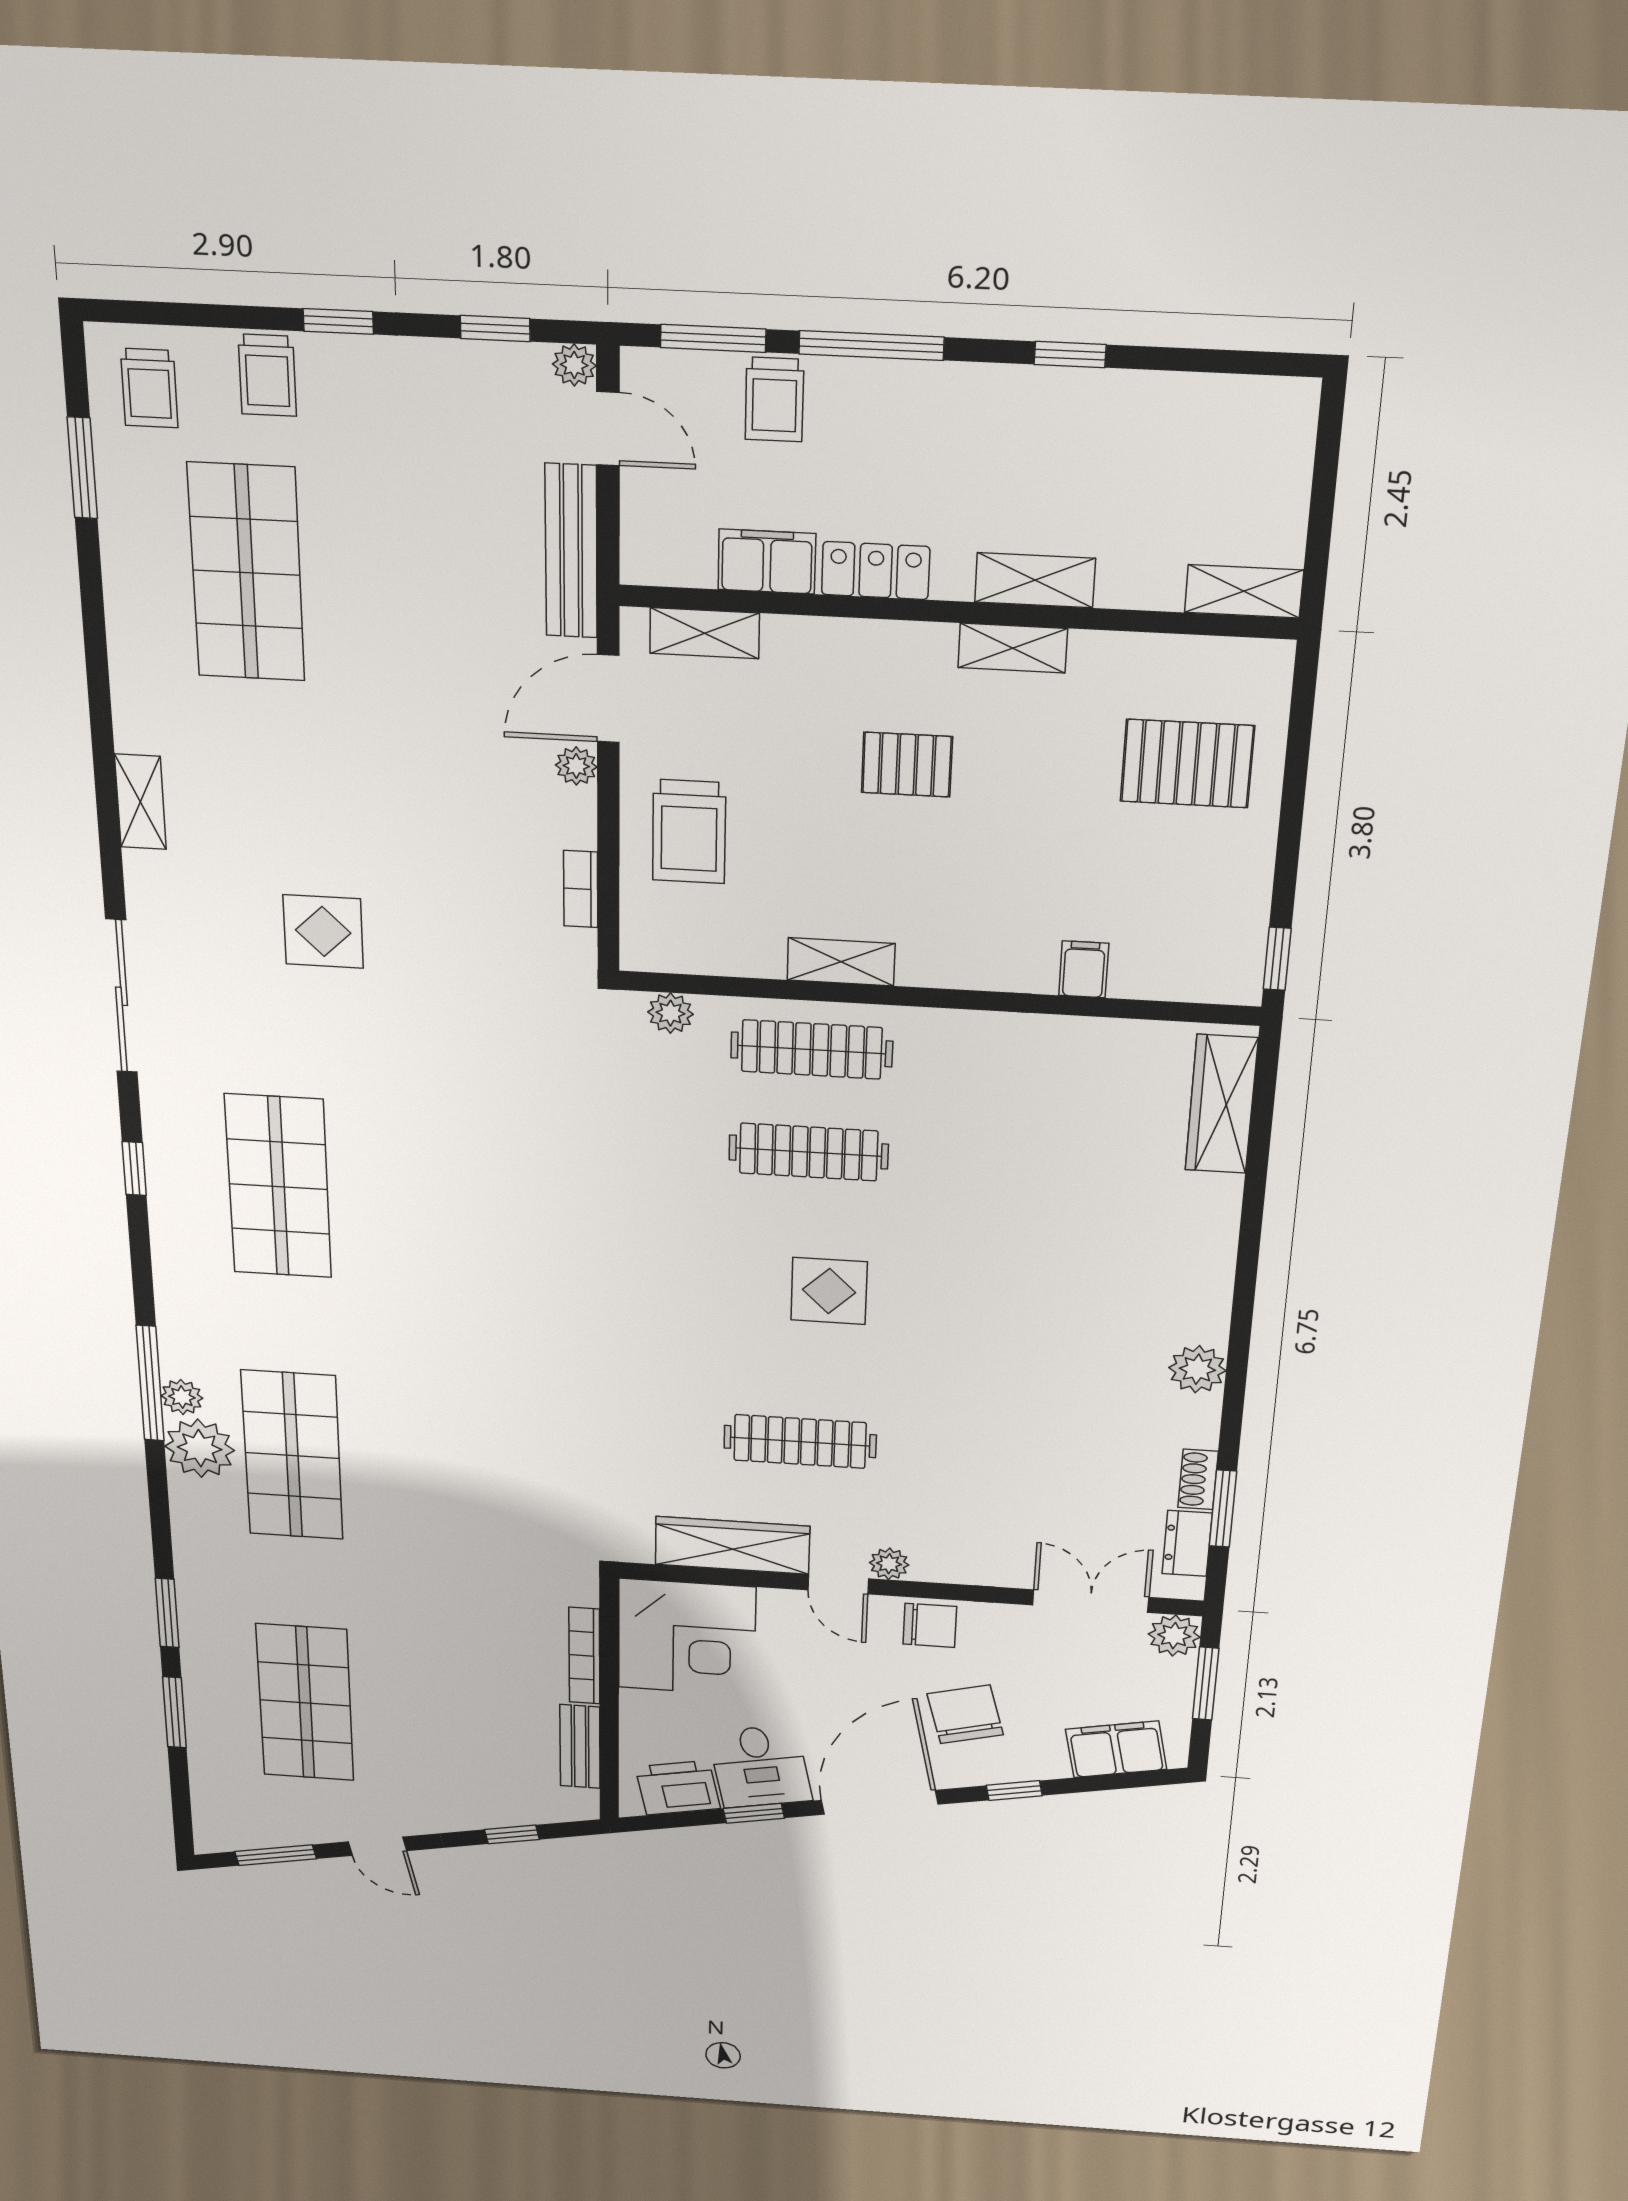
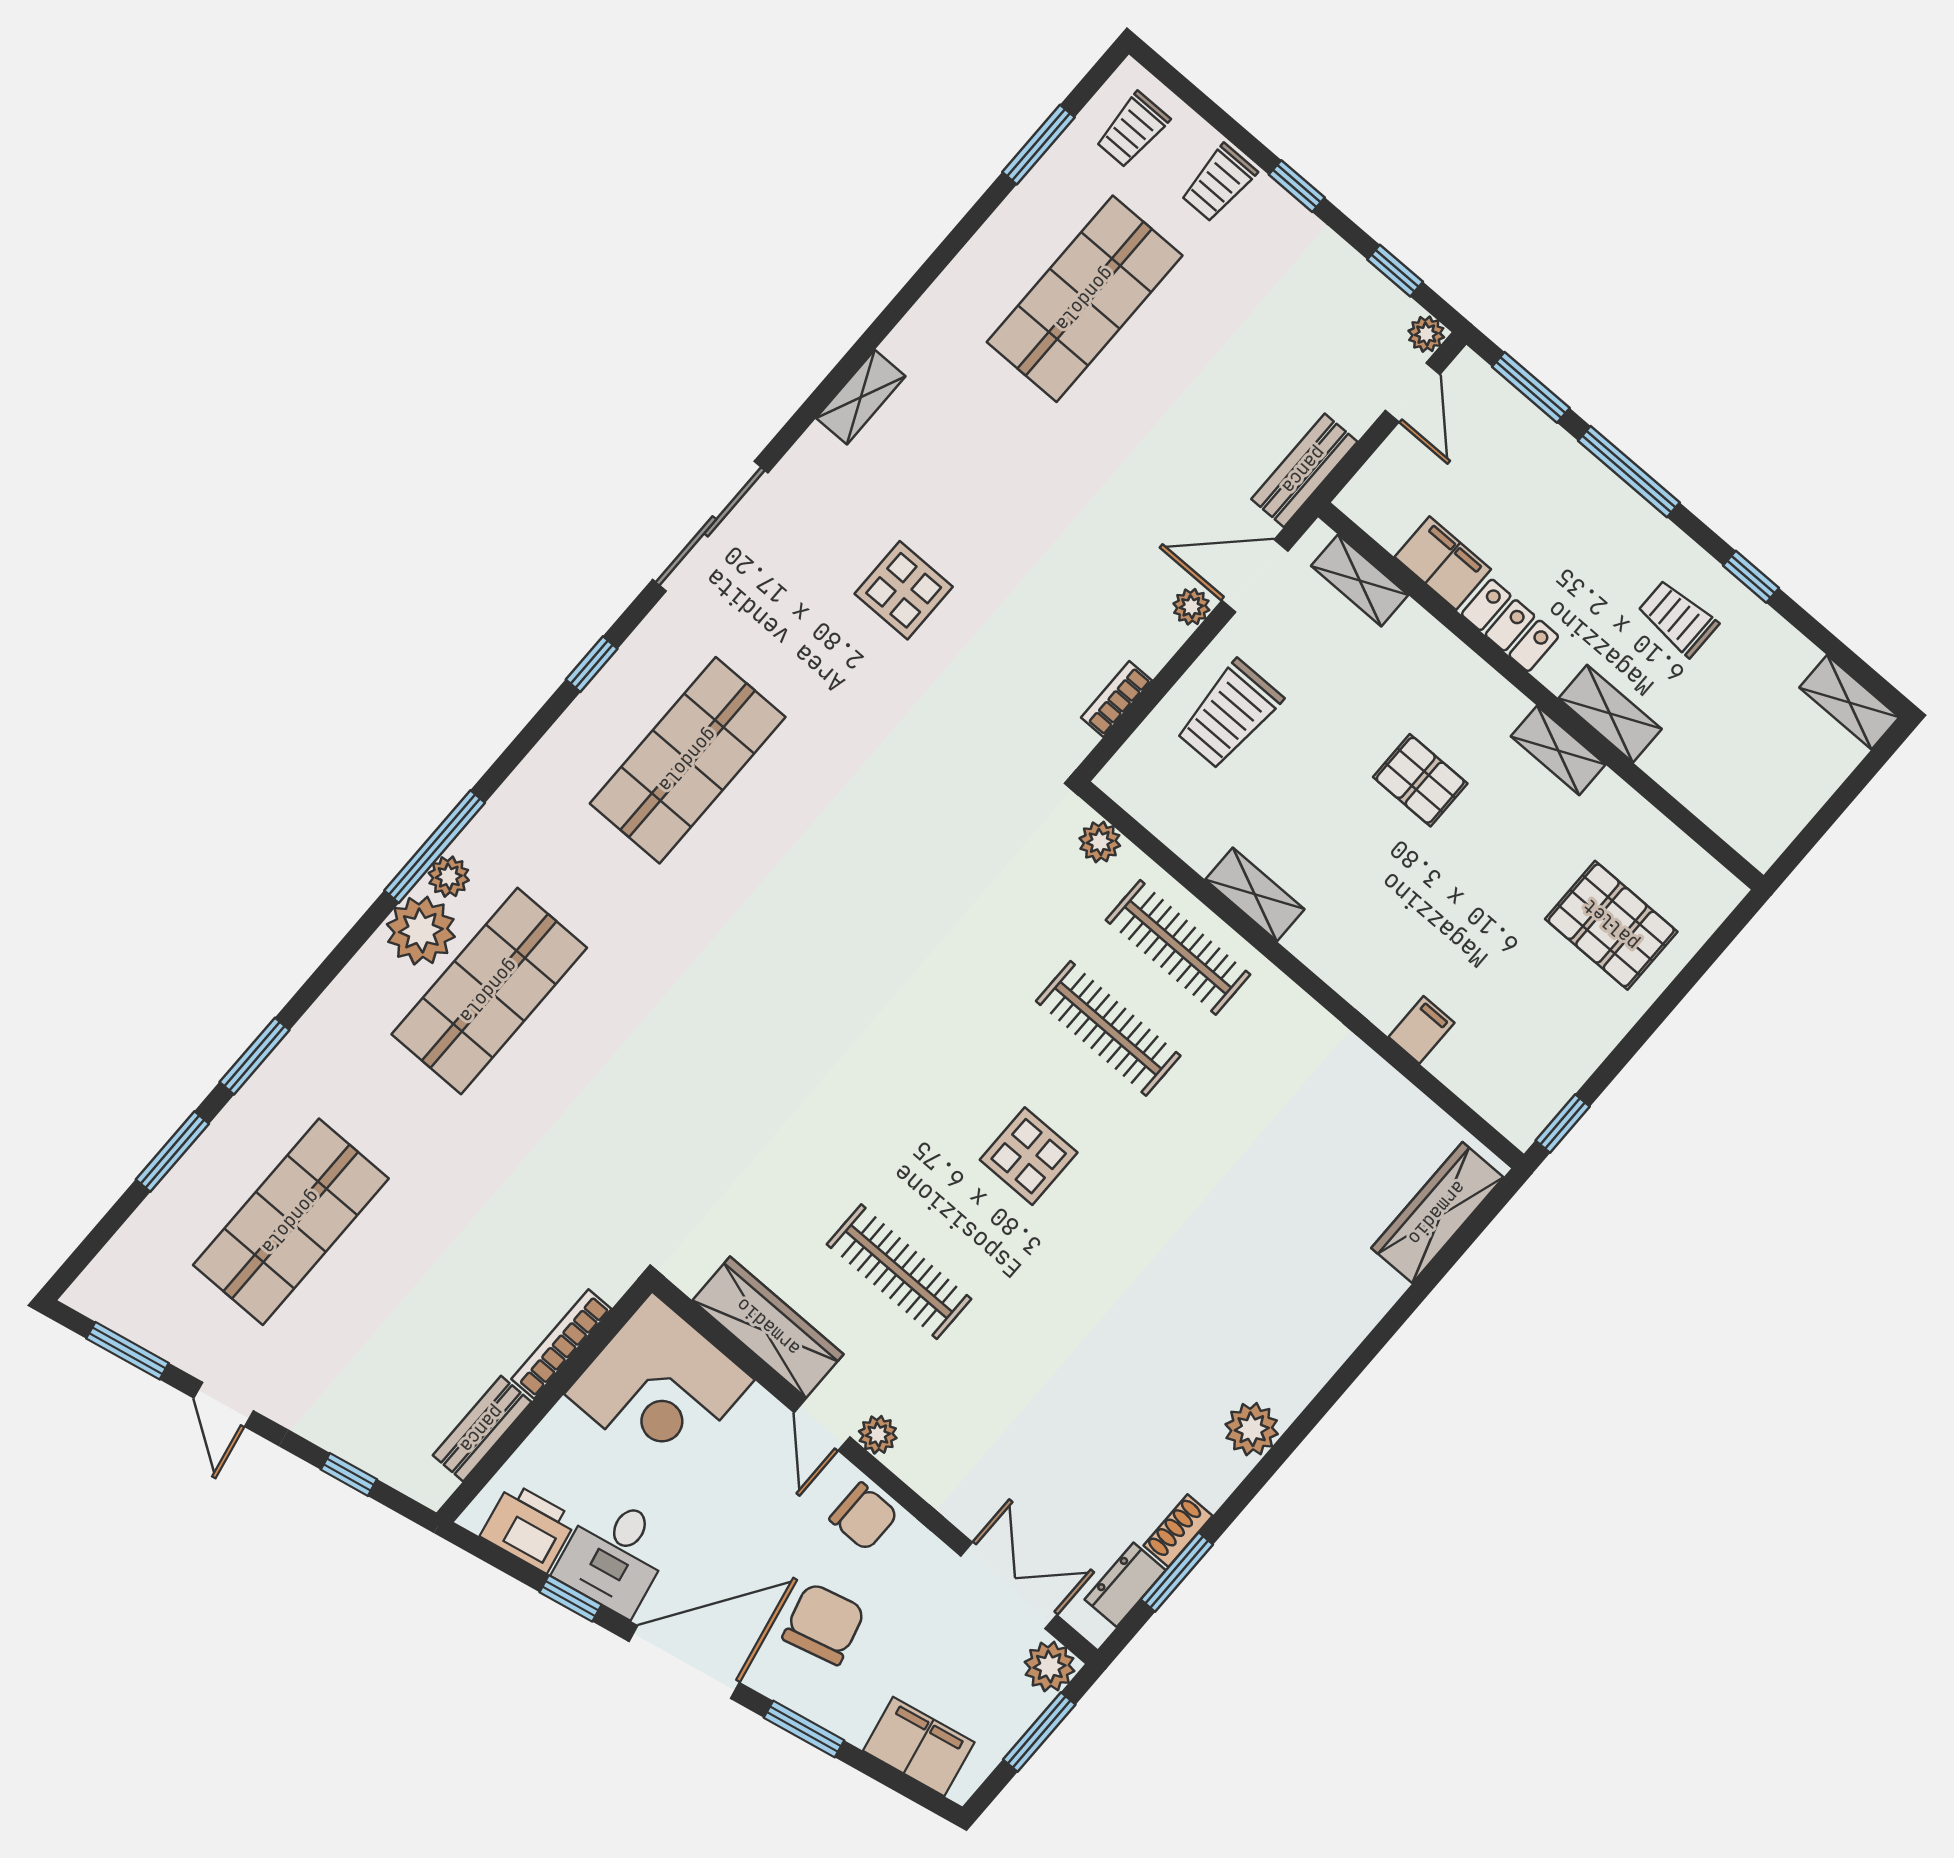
trolley: (774, 400) -> (1678, 618), moved, turned 90
bench: (571, 551) -> (1304, 470), width x0.73
shelving: (1244, 591) -> (1849, 702), moved
window: (1014, 1790) -> (804, 1729), width x1.50

